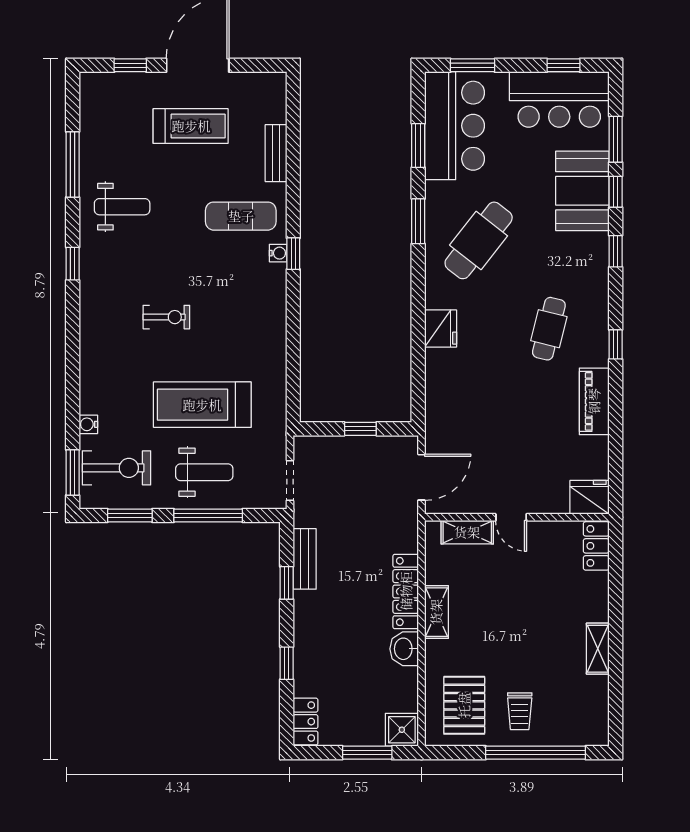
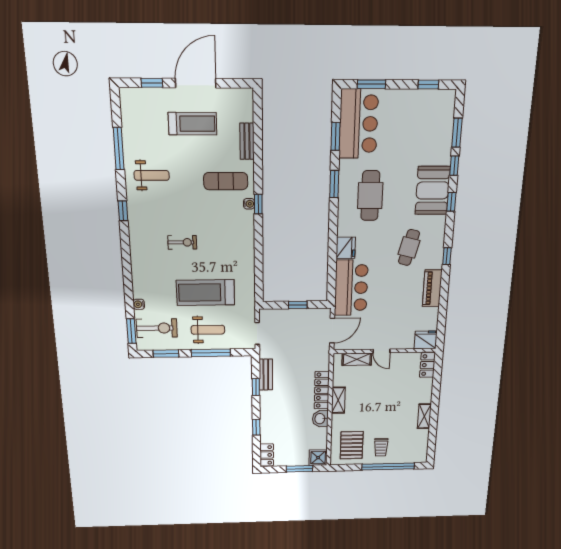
bar counter: (559, 99) -> (351, 288), moved, turned -90
booth: (582, 191) -> (433, 190), moved
cafe table: (479, 240) -> (370, 196), turned -38

